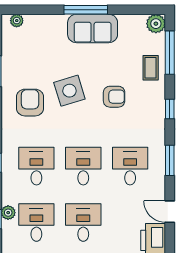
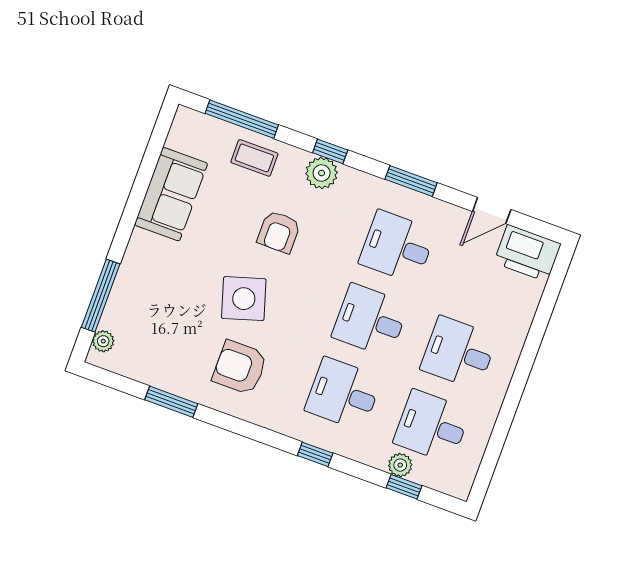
window: (86, 10) -> (101, 296), moved
plant: (156, 24) -> (322, 173), moved
sofa: (93, 28) -> (171, 194), moved
armchair: (114, 97) -> (279, 232), turned 180

